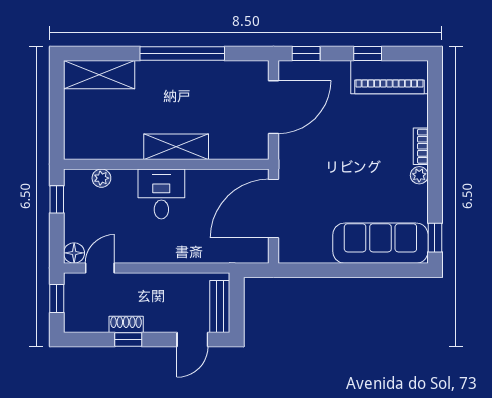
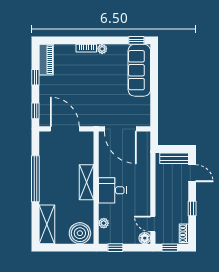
piano: (389, 77) -> (46, 60), width x0.73, depth x0.75
boiler: (83, 135) -> (80, 233), added
shoe rack: (126, 324) -> (184, 233), moved

